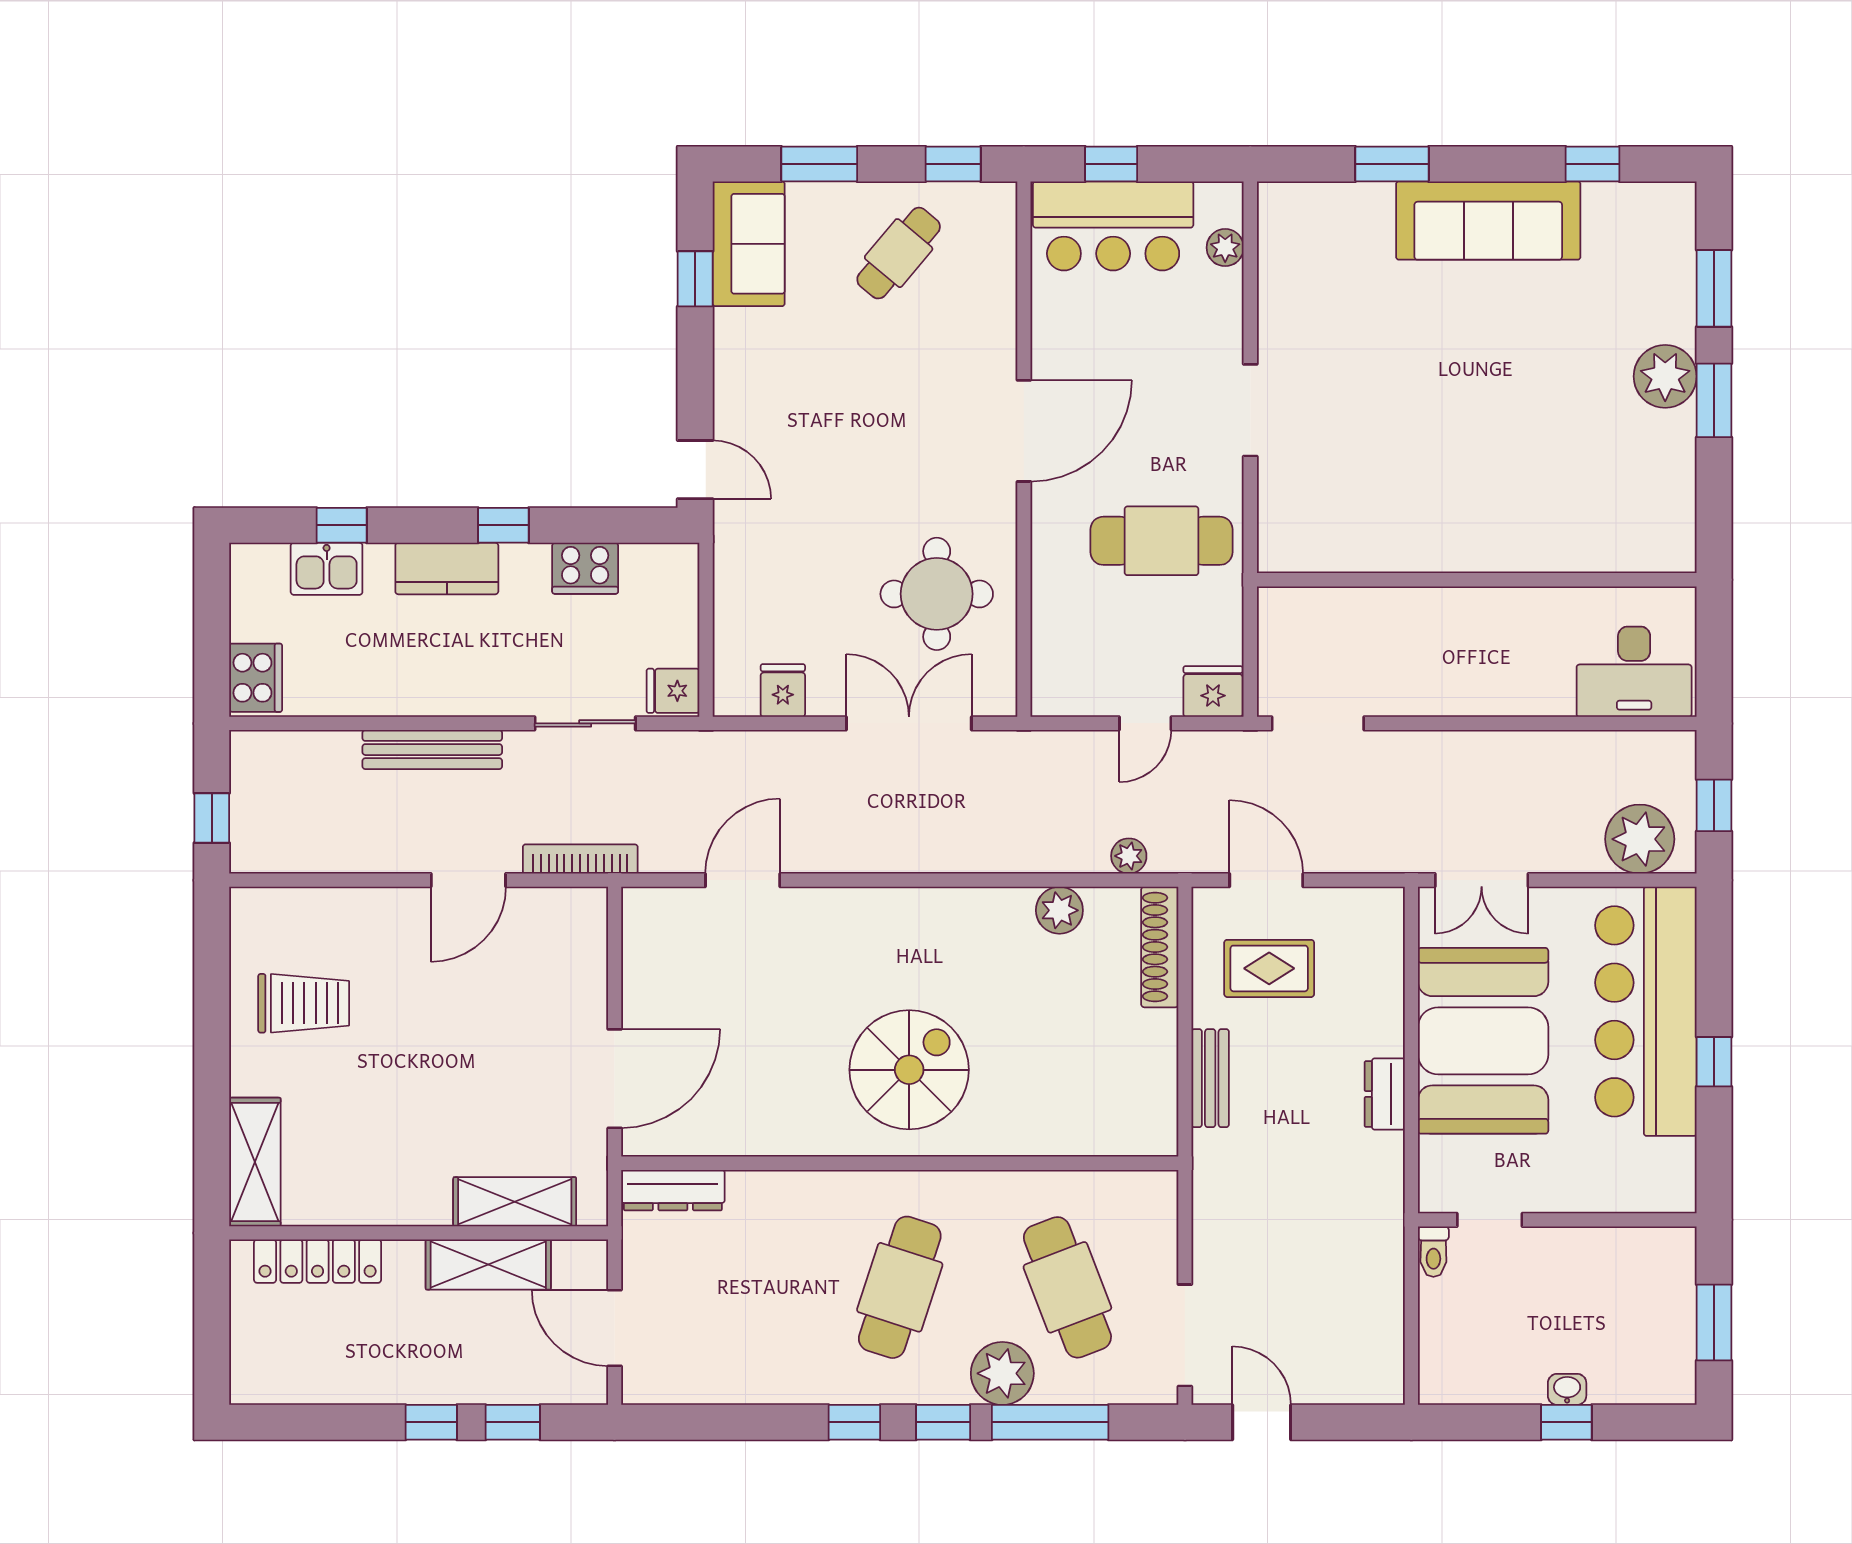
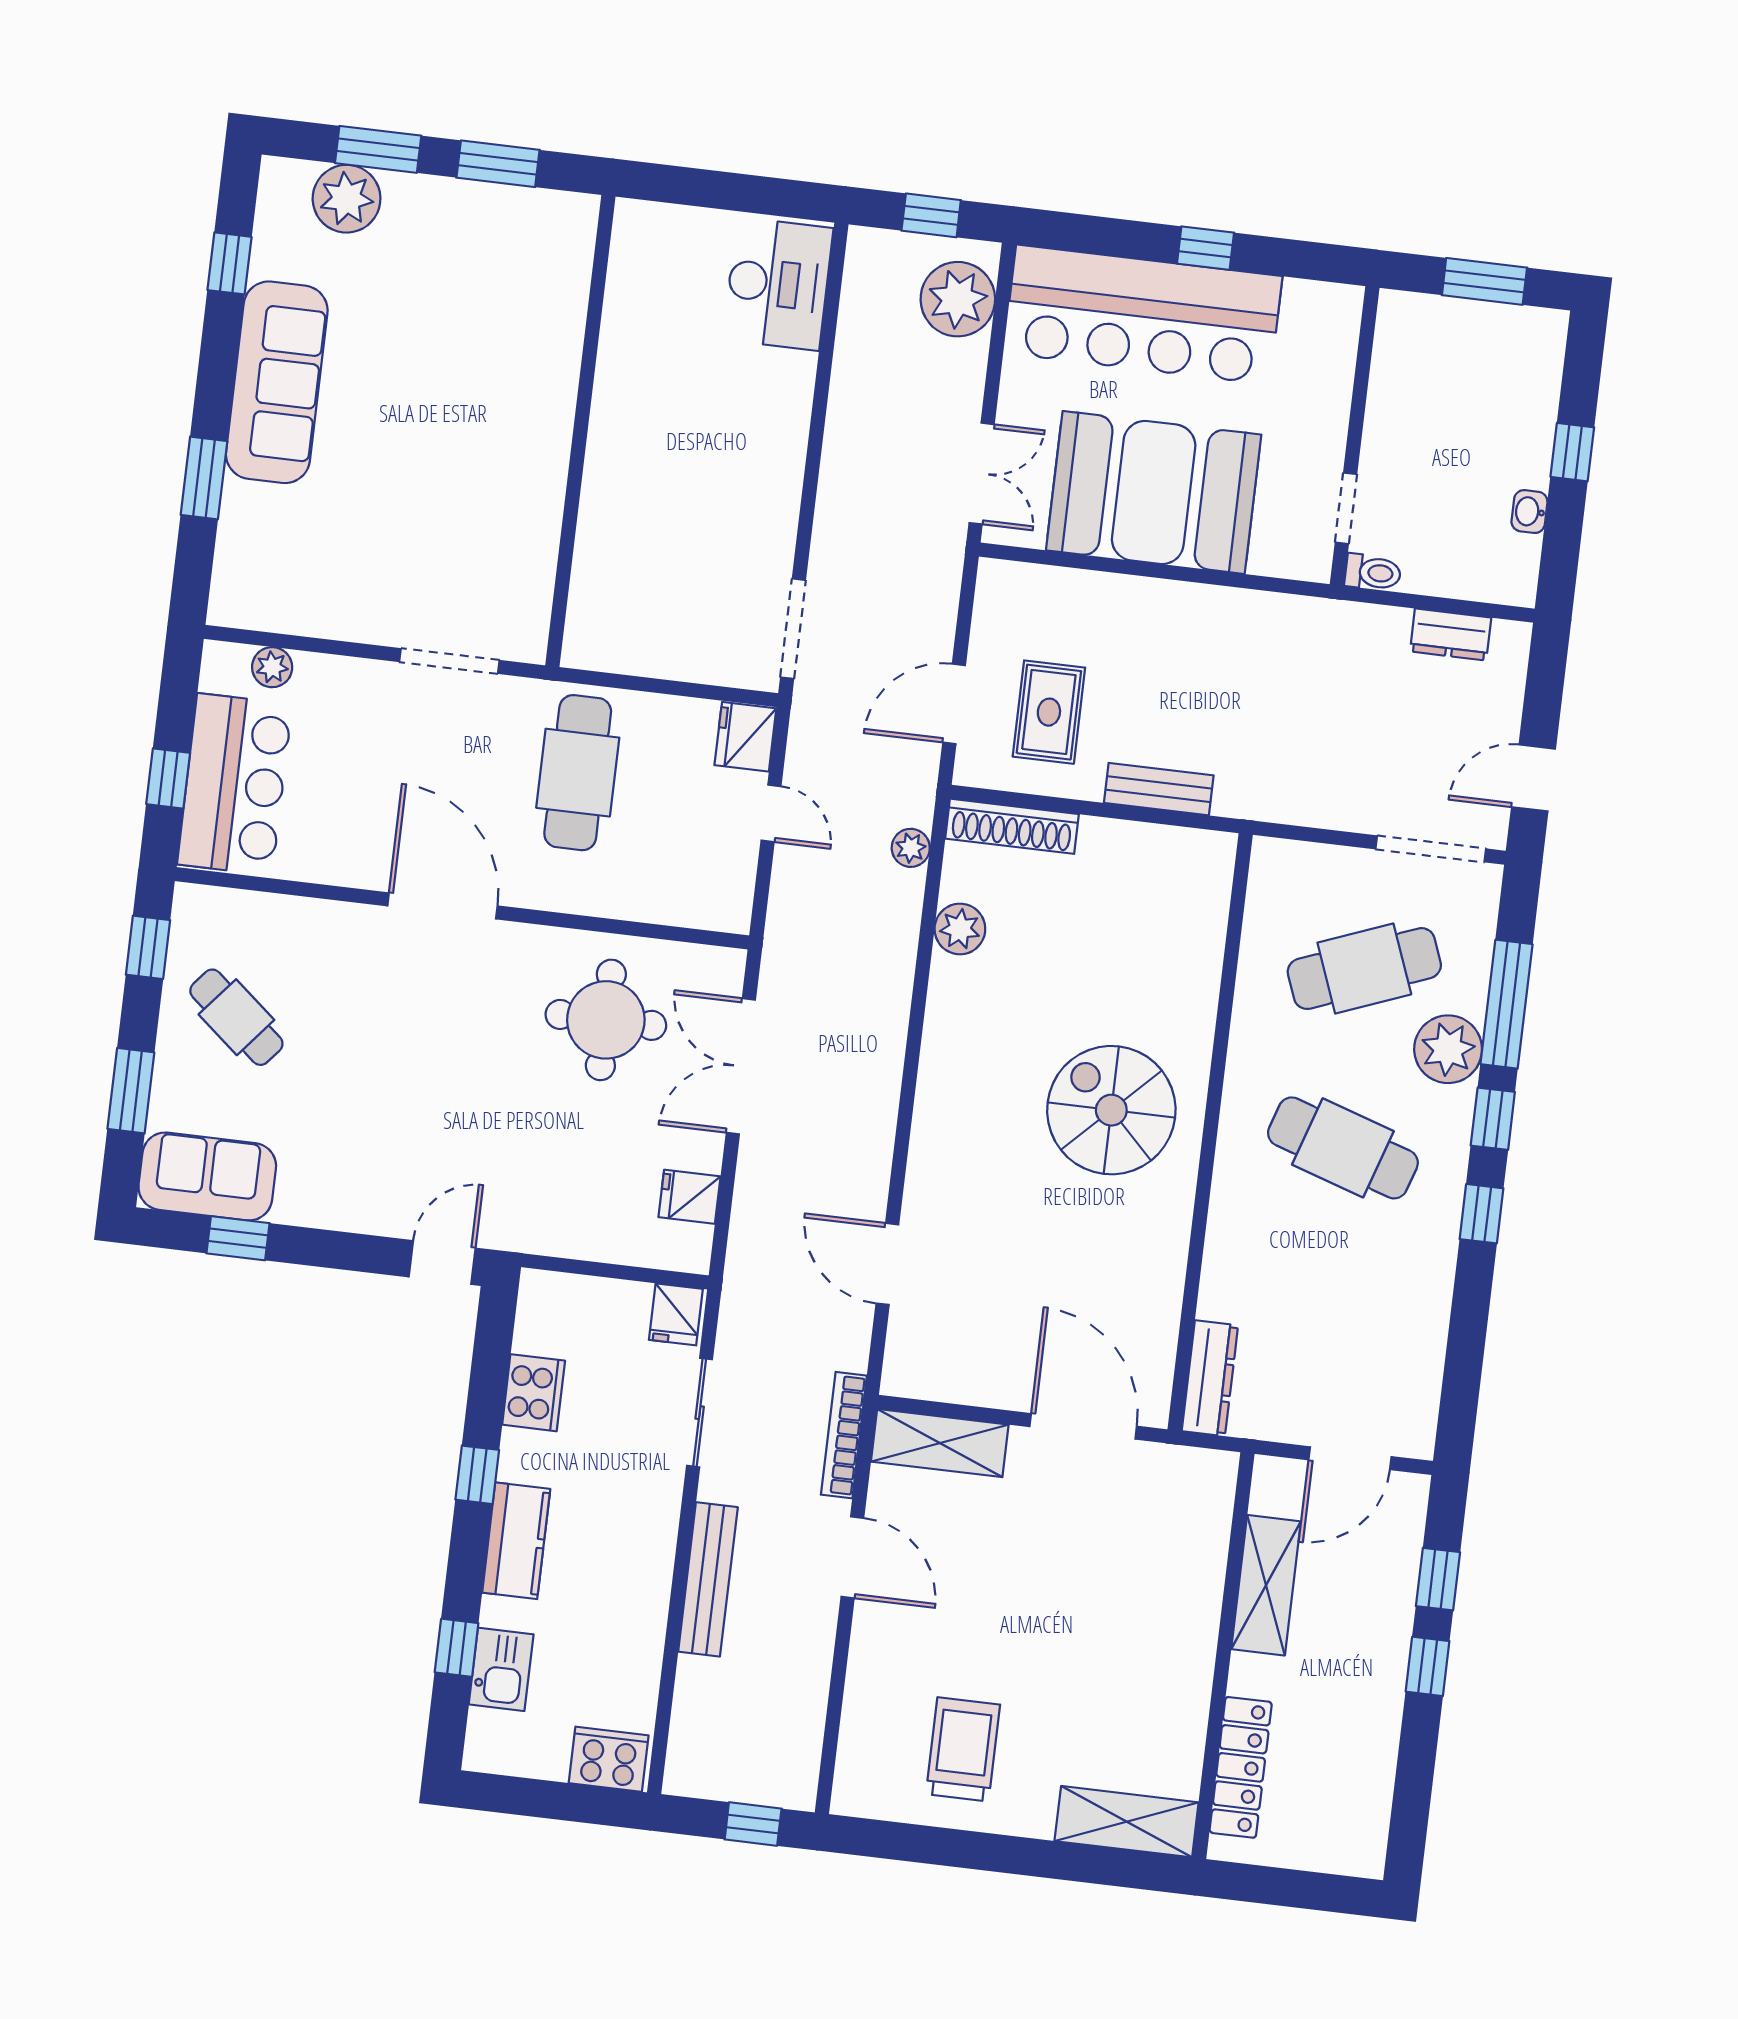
plant: (1665, 376) -> (347, 199), moved
wall: (1477, 580) -> (580, 431), moved
dresser: (1385, 1094) -> (1451, 635), moved
shelving: (515, 1202) -> (940, 1443), moved, turned 90
washbasin: (1567, 1389) -> (1529, 512), moved

